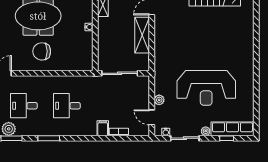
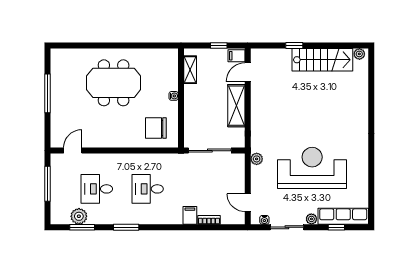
chair: (42, 51) -> (156, 128), moved
reception desk: (206, 88) -> (312, 168), turned 180
plant: (159, 100) -> (257, 159), moved

